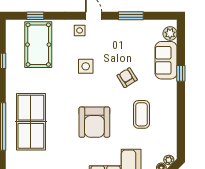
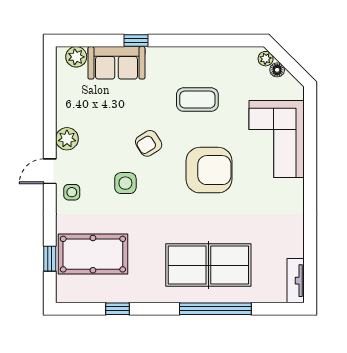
window: (131, 16) -> (50, 116), removed
plant: (115, 27) -> (67, 139), added
armchair: (127, 78) -> (149, 143), moved

